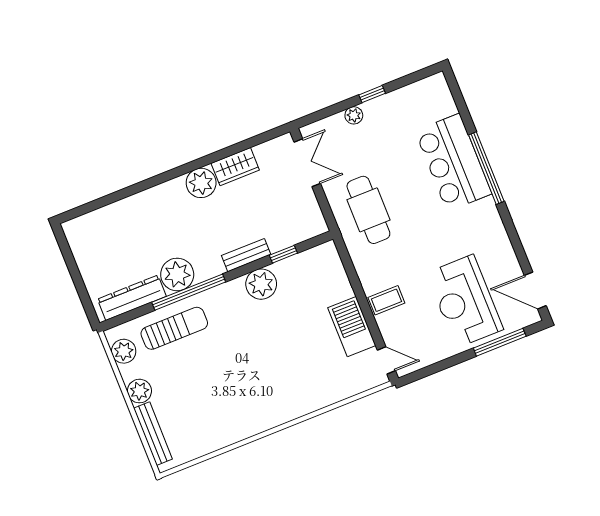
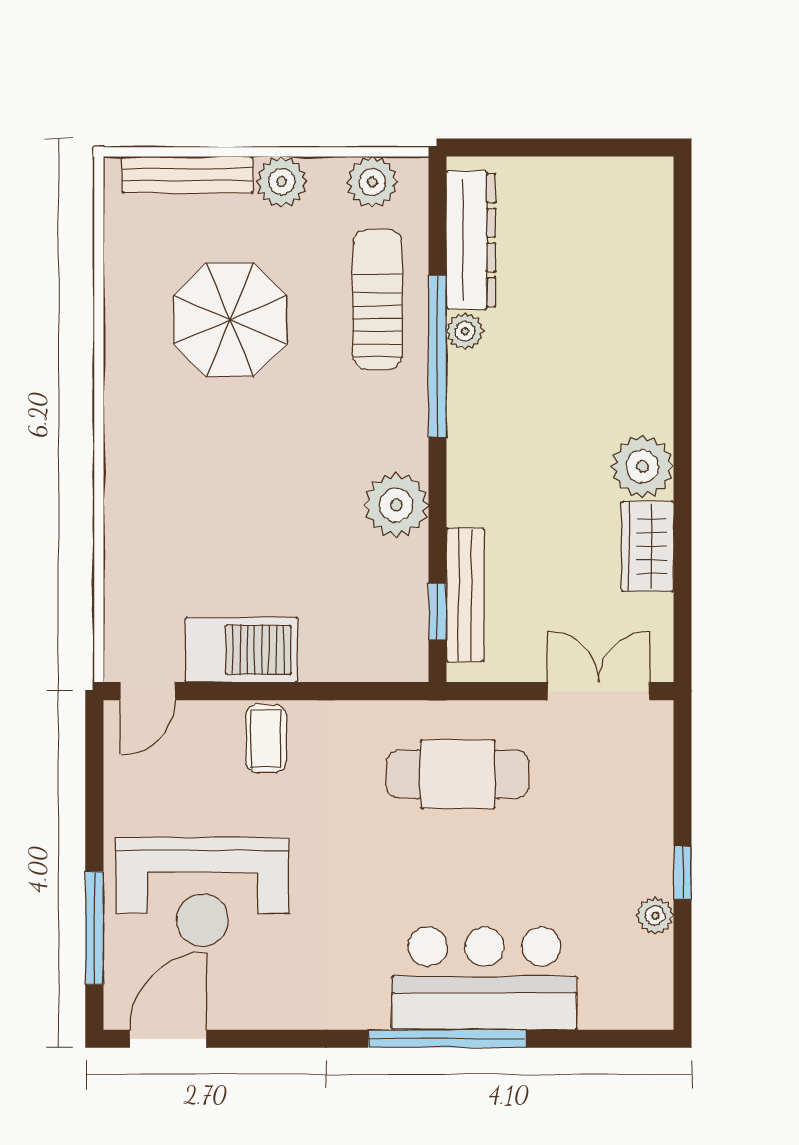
plant: (354, 115) -> (655, 916), moved
double door: (307, 163) -> (599, 691), swing flipped
window: (283, 254) -> (437, 611), moved
bench: (246, 255) -> (465, 595), moved, width x1.36
plant: (177, 274) -> (465, 331), width x0.53, depth x0.53
reception desk: (465, 301) -> (202, 892), turned 180
sun lounger: (174, 328) -> (378, 299), turned 180
parasol: (209, 389) -> (230, 320), added

